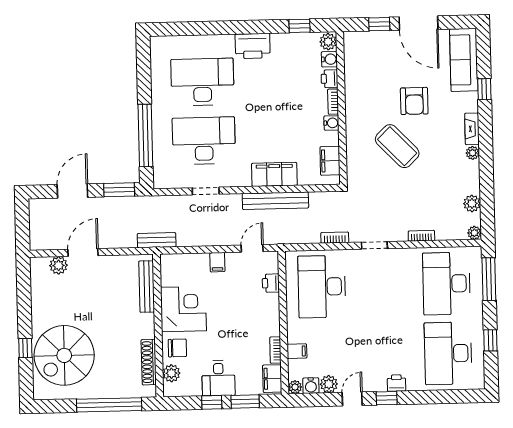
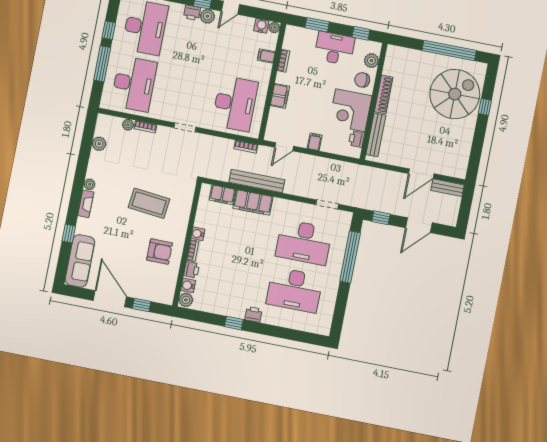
window: (299, 26) -> (234, 323), moved
printer: (253, 46) -> (253, 314), width x0.53, depth x0.68
armchair: (414, 101) -> (160, 251), moved, turned 90
coffee table: (397, 146) -> (149, 203), turned -40
filing cabinet: (330, 161) -> (222, 195), moved, turned 90
window: (119, 190) -> (381, 218), width x0.67
doorway: (206, 191) -> (327, 204), moved
plant: (474, 233) -> (128, 125), moved
bookcase: (335, 238) -> (246, 147), moved
bench: (157, 240) -> (448, 188), moved
plant: (59, 265) -> (443, 168), removed
window: (489, 279) -> (102, 64), moved
printer: (271, 283) -> (357, 139), moved, turned 180
shoe rack: (149, 362) -> (384, 94), moved
desk: (218, 378) -> (334, 48), width x1.37
filing cabinet: (272, 379) -> (280, 96), moved
plant: (329, 384) -> (207, 16), moved
window: (212, 402) -> (361, 33), moved
window: (109, 405) -> (449, 50), moved

